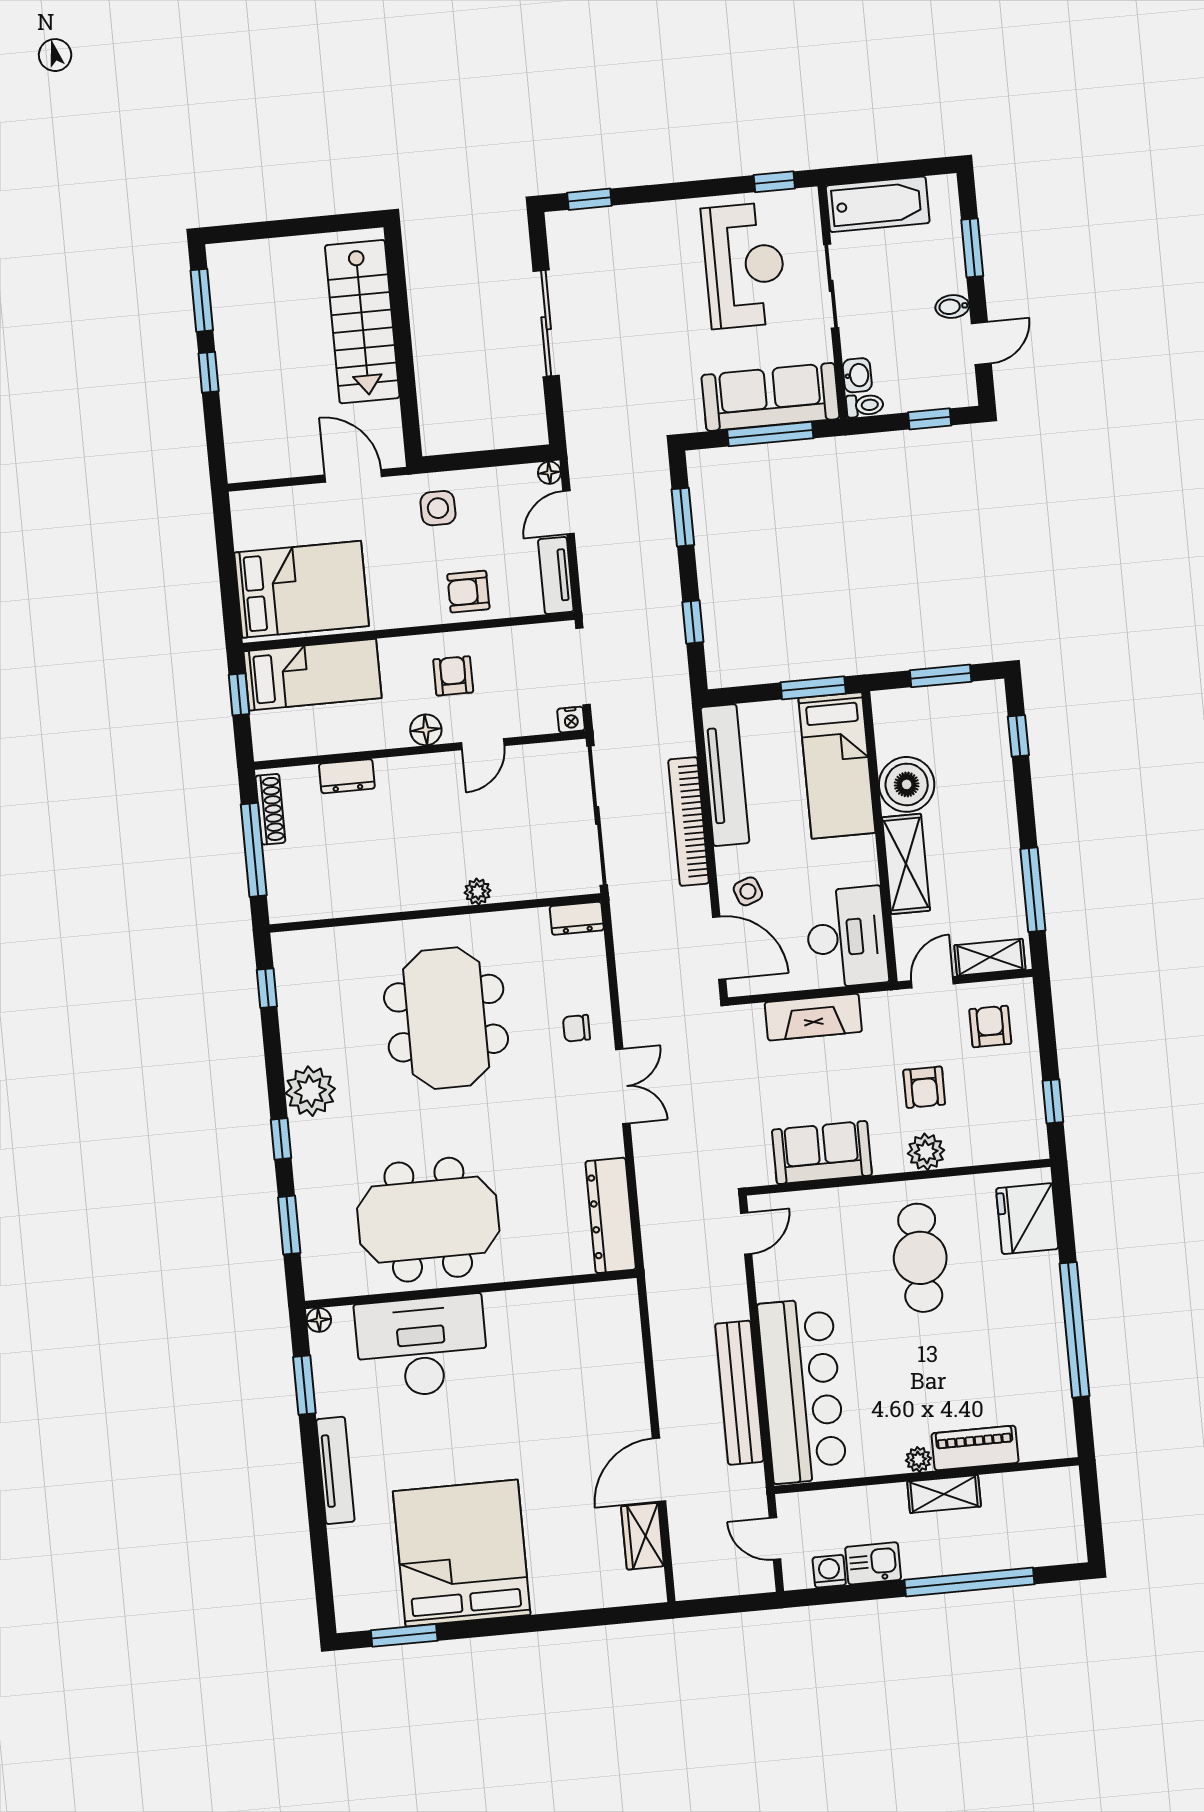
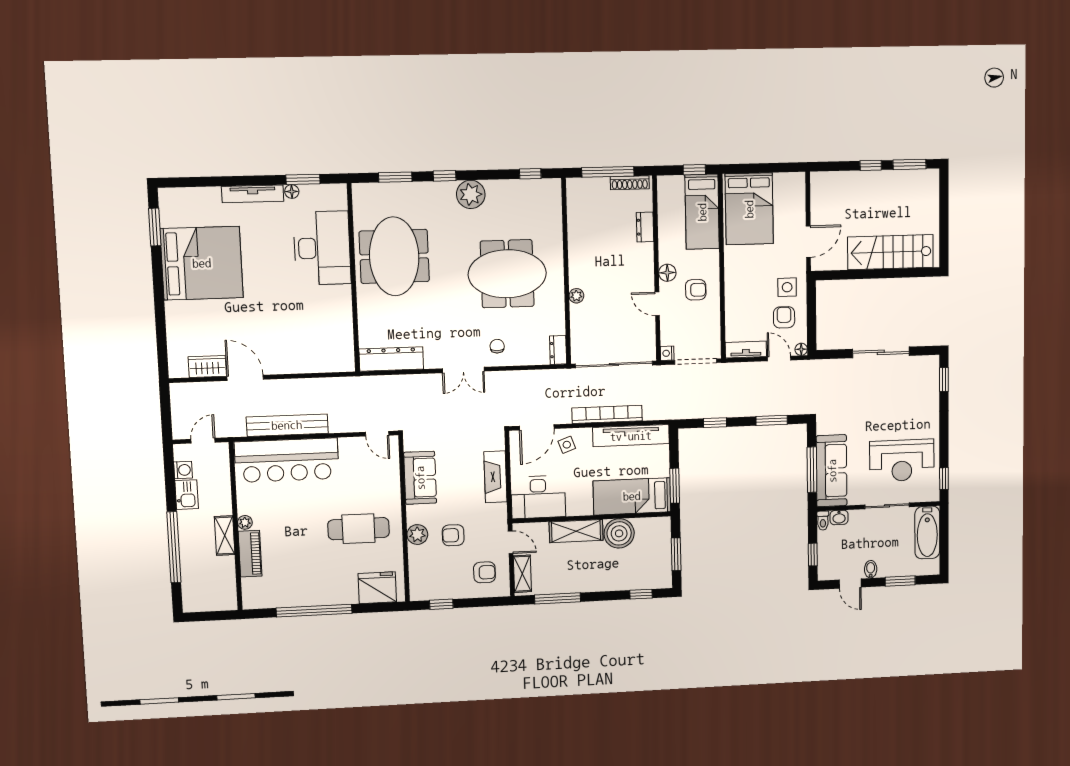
armchair: (468, 592) -> (784, 317), moved
floor lamp: (319, 1320) -> (292, 191), moved

